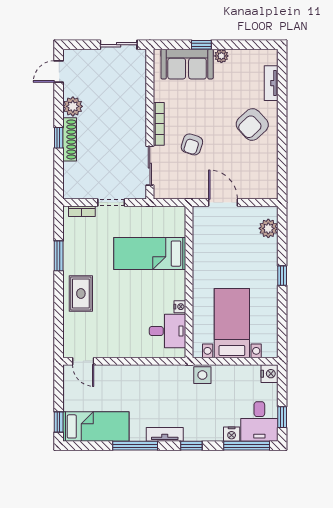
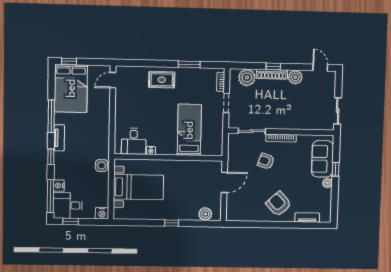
plant: (75, 175) -> (247, 77), added
bed: (96, 426) -> (71, 88), width x1.50

